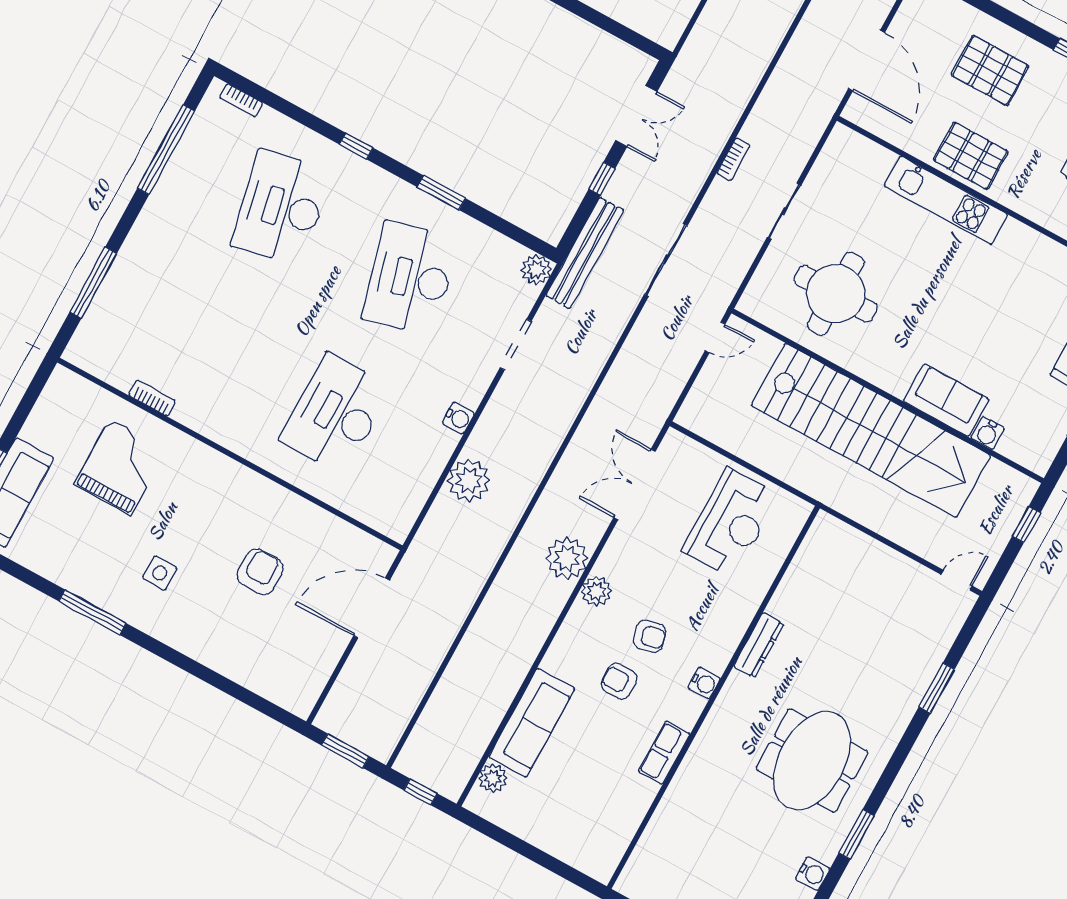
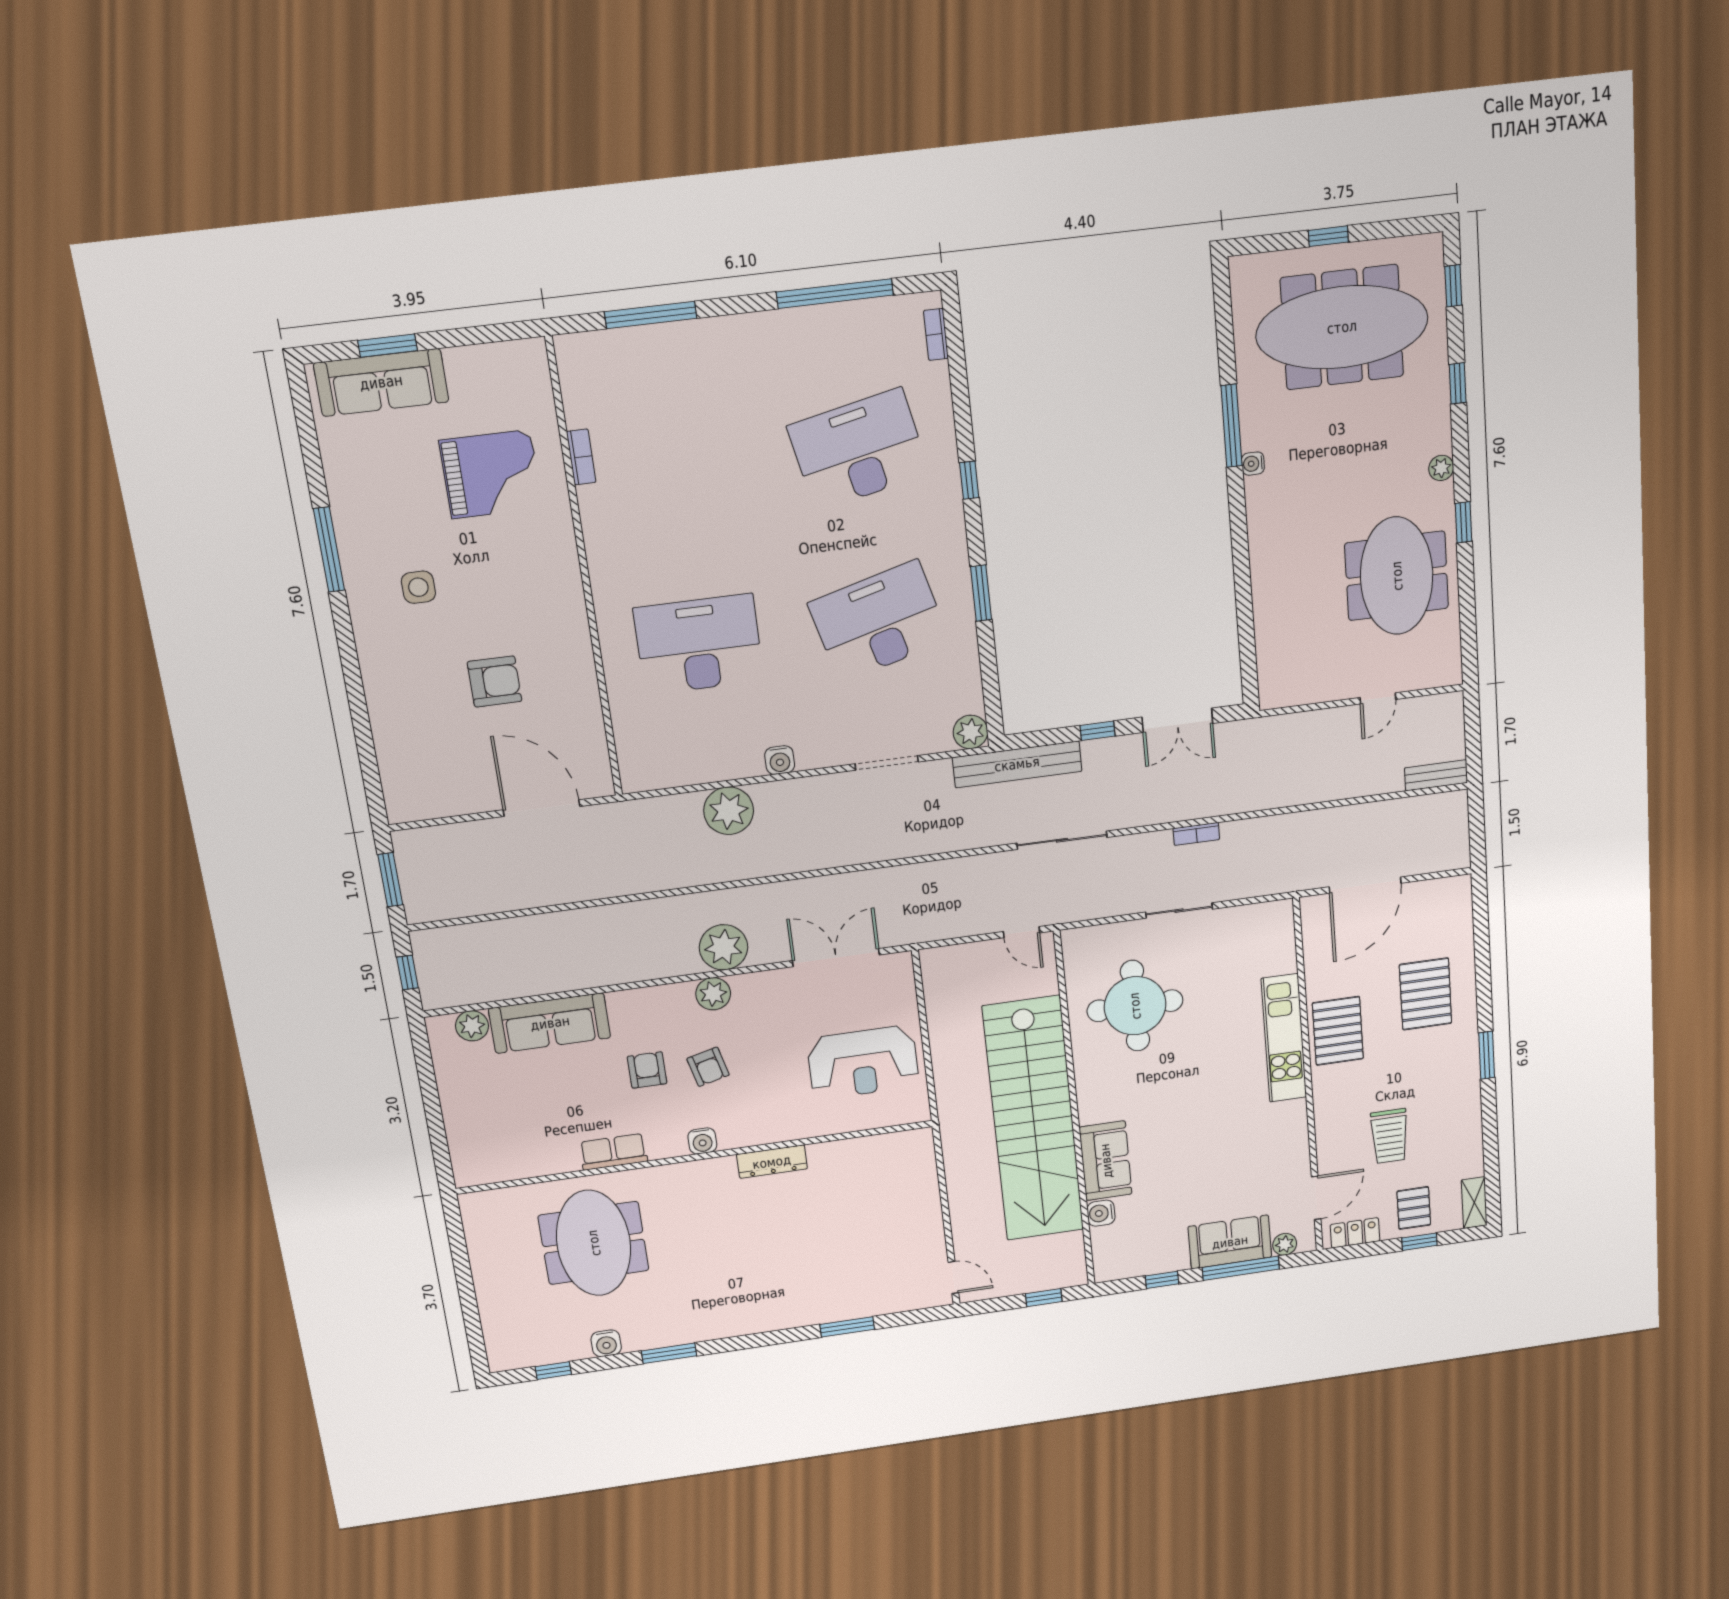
meeting table: (812, 761) -> (594, 1243), moved, turned 90

